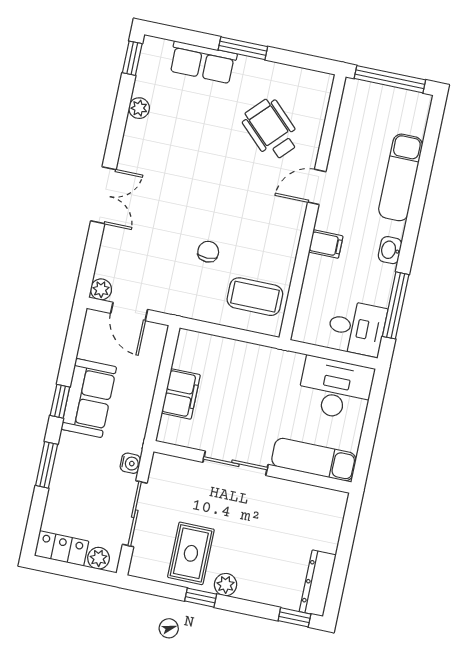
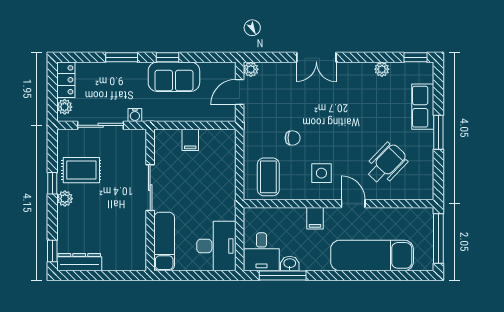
exam couch: (401, 177) -> (372, 255), width x1.36, depth x1.45
side table: (265, 222) -> (321, 173), added
washbasin: (390, 250) -> (290, 264), moved
filing cabinet: (181, 394) -> (190, 140), width x0.50

